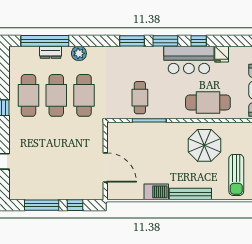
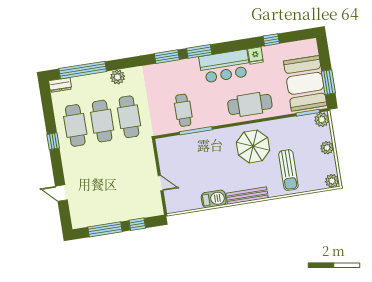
window: (199, 41) -> (271, 40), moved
dresser: (51, 52) -> (60, 85), moved
door: (105, 167) -> (161, 183), width x0.53

